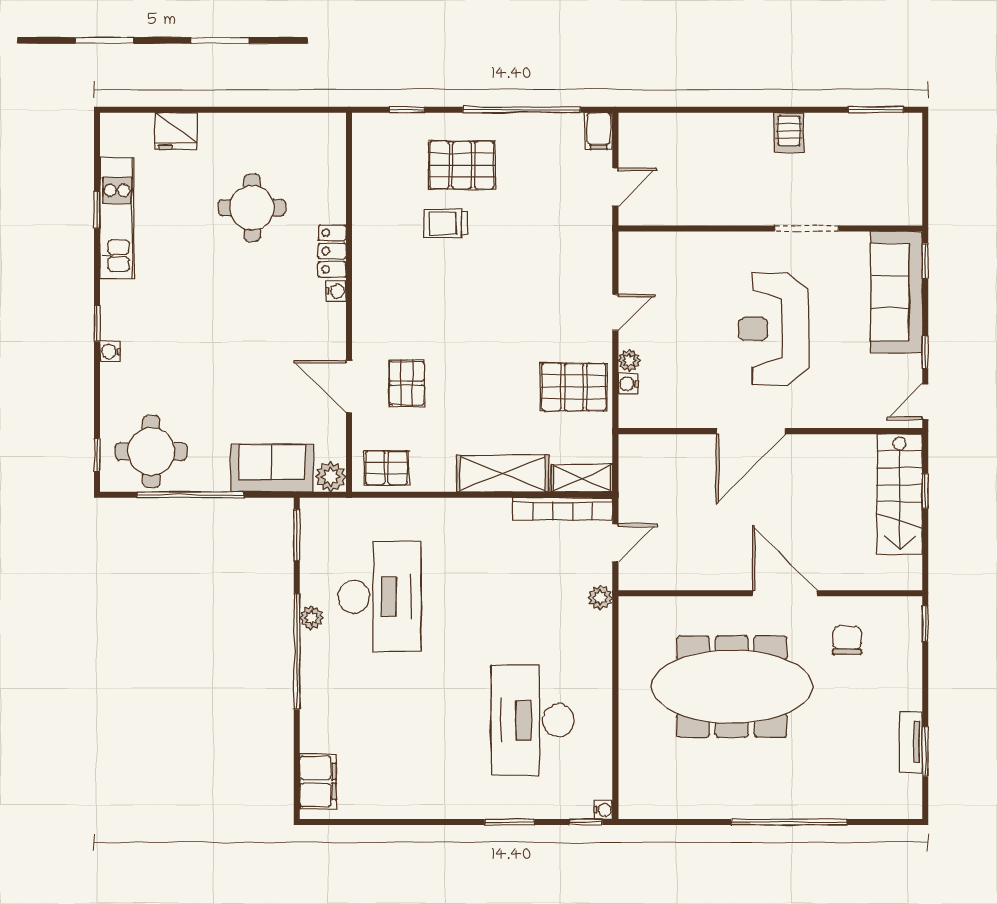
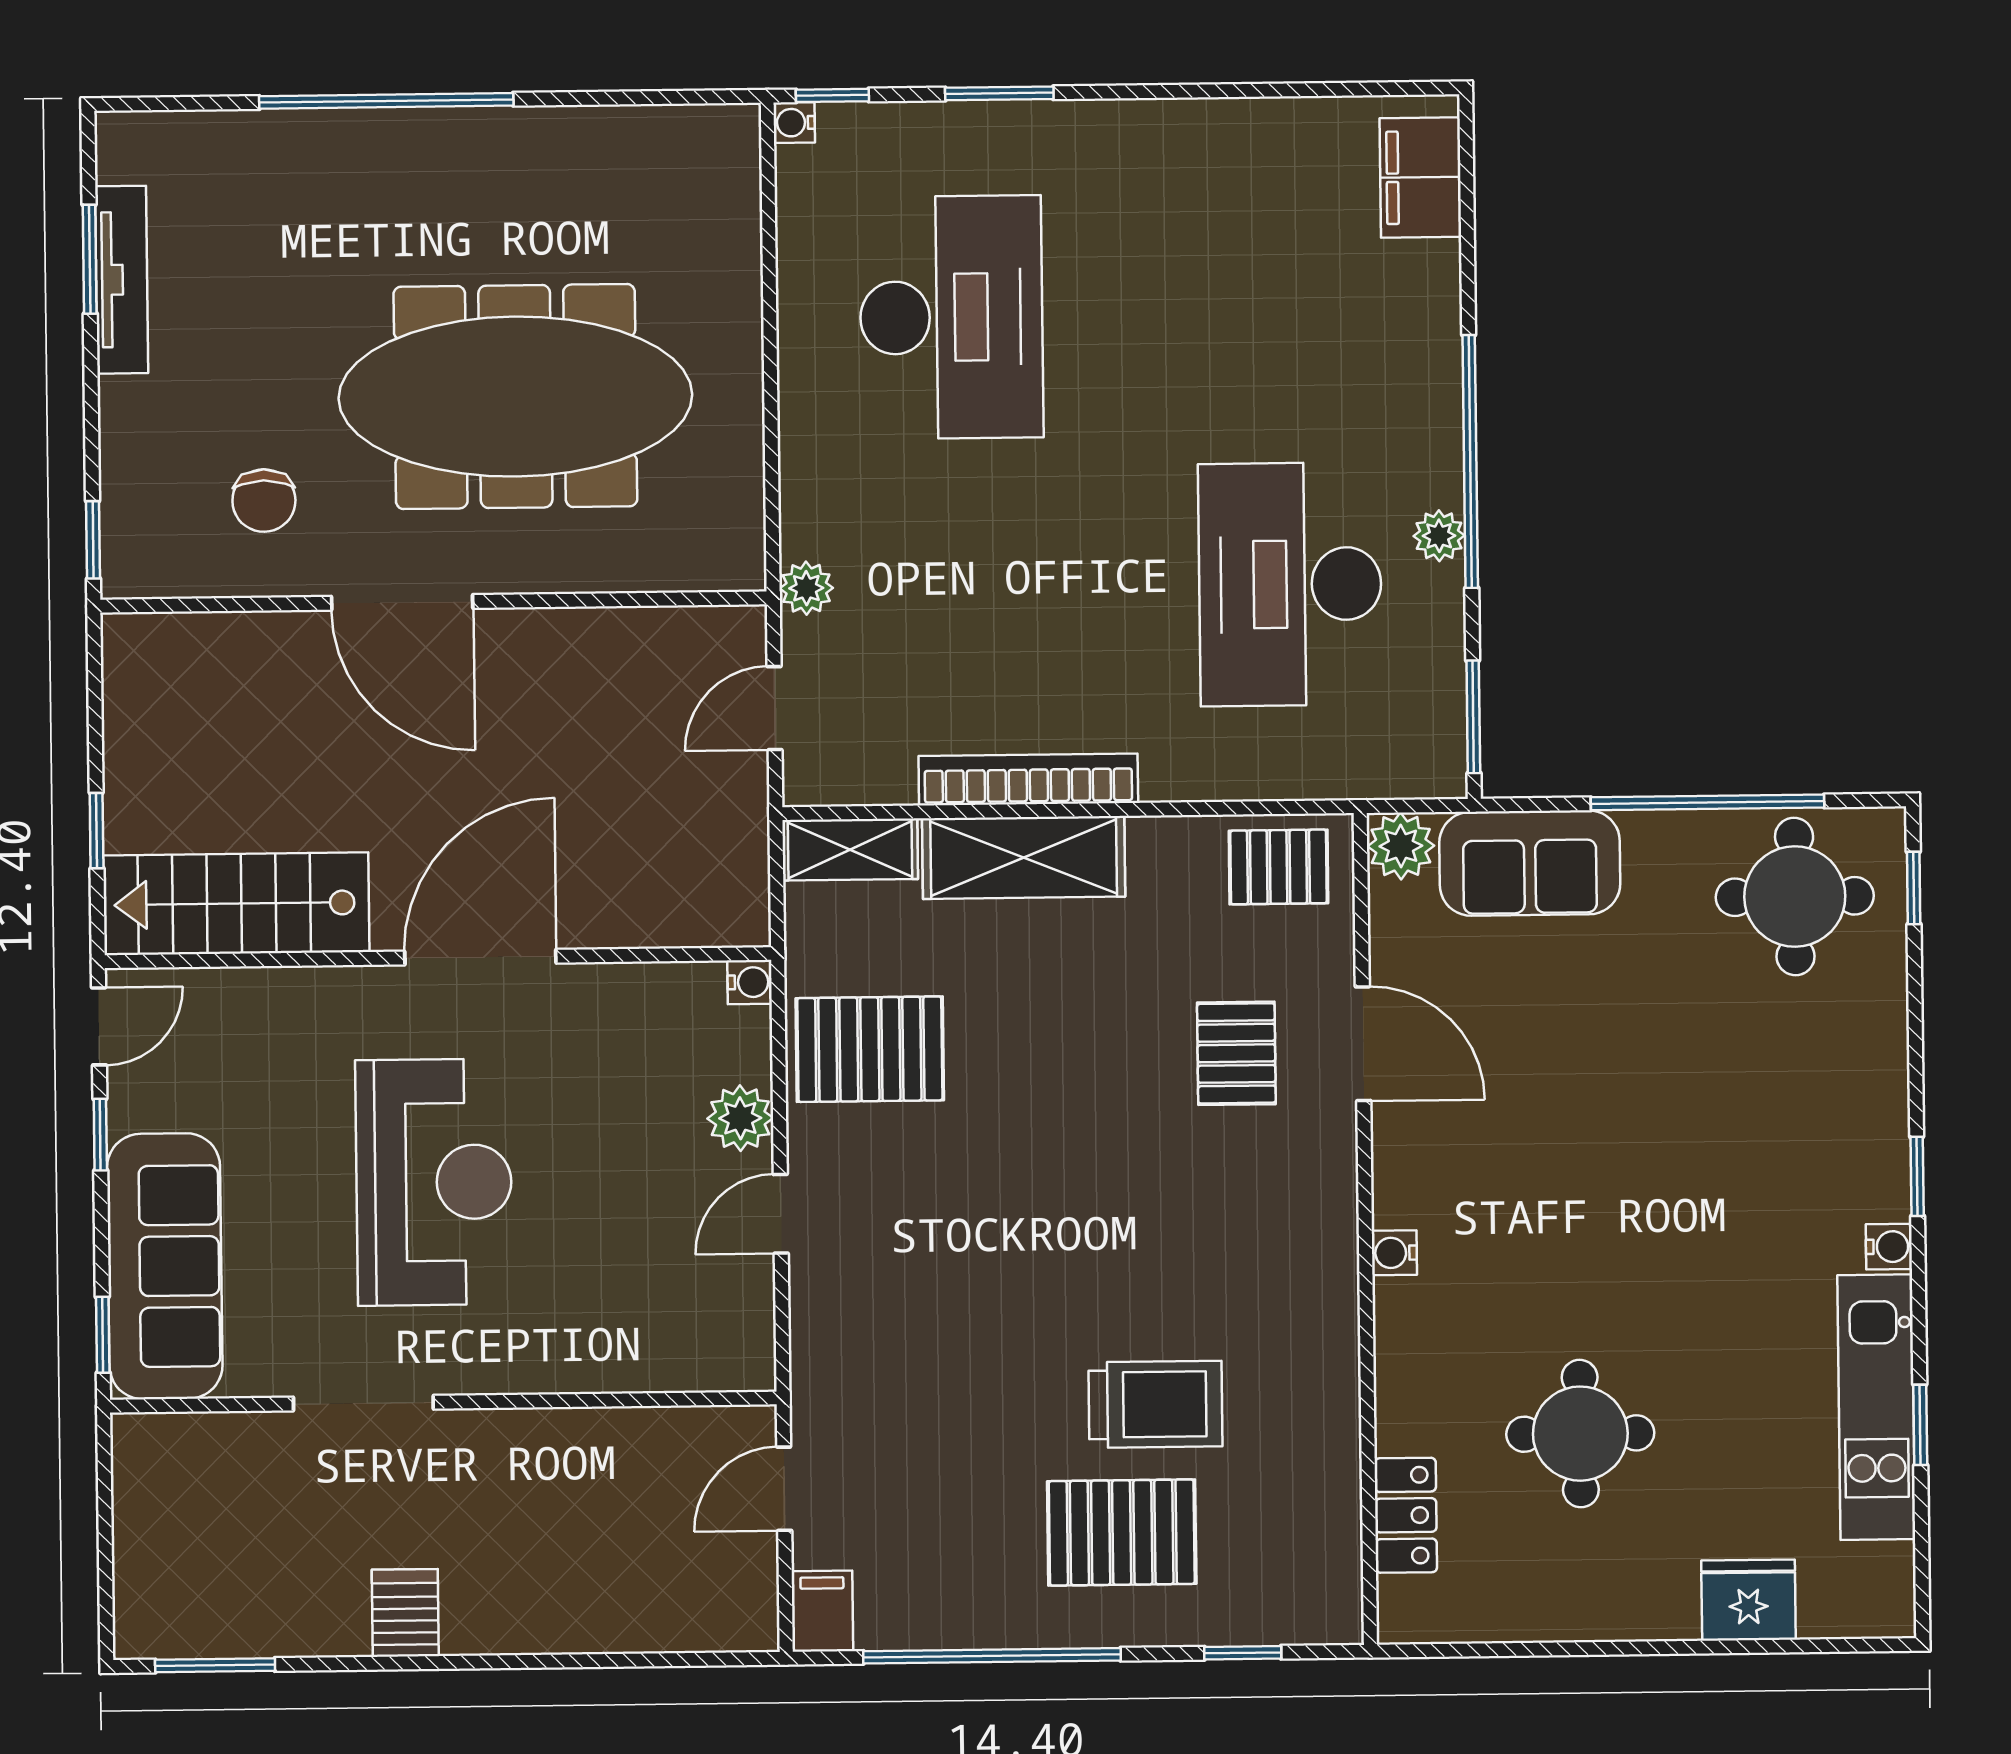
trolley: (446, 223) -> (1155, 1404), width x1.36, depth x1.39
locker: (332, 251) -> (1406, 1515), moved
water cooler: (110, 351) -> (1889, 1247), moved
plant: (629, 360) -> (740, 1118), width x1.38, depth x1.38
water cooler: (628, 384) -> (750, 982), moved
stairs: (900, 494) -> (236, 904), moved, turned -90
bookcase: (563, 509) -> (1028, 779), moved
tv unit: (911, 742) -> (122, 280), width x1.41

